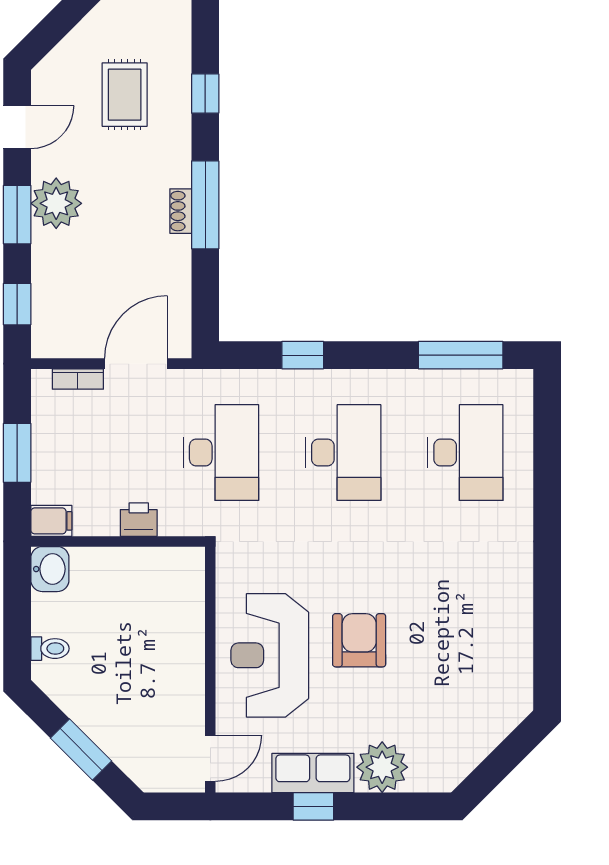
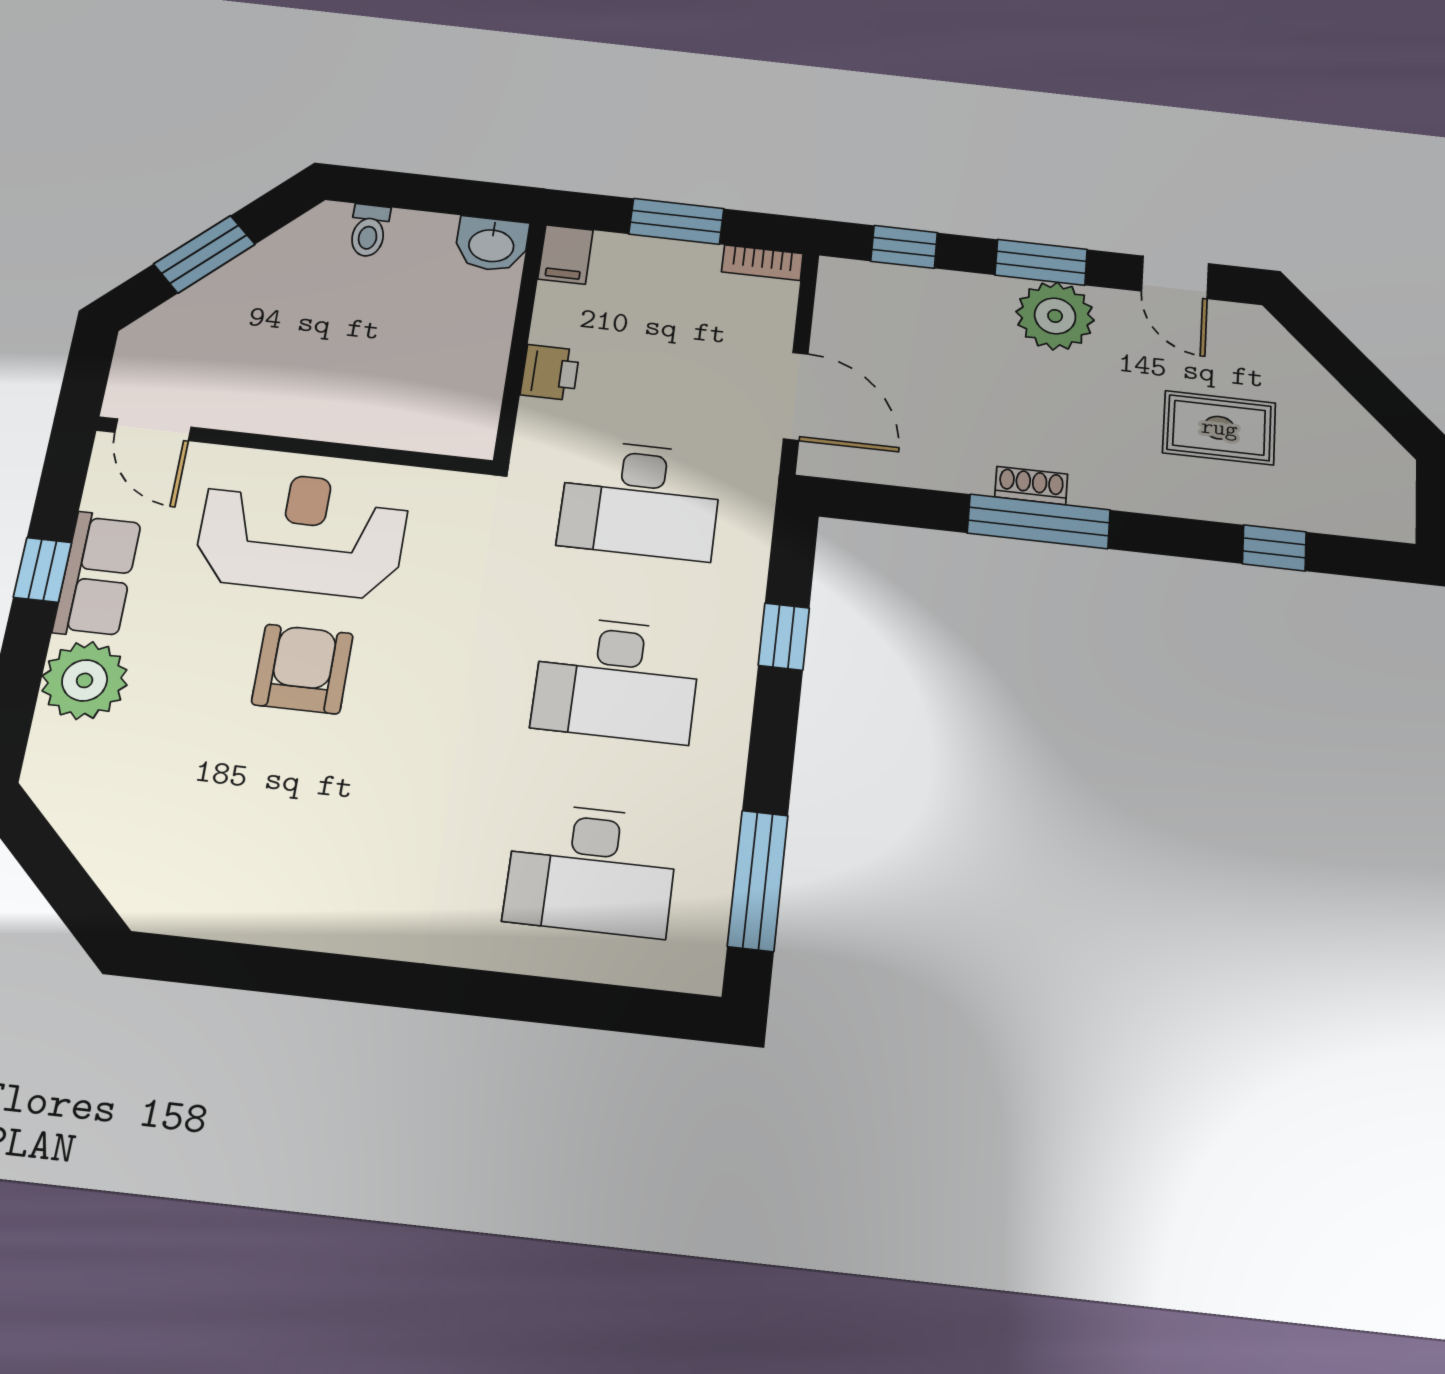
window: (205, 94) -> (1274, 548), moved
bookcase: (78, 379) -> (762, 263), moved, turned -90
armchair: (359, 640) -> (302, 669), turned -90

